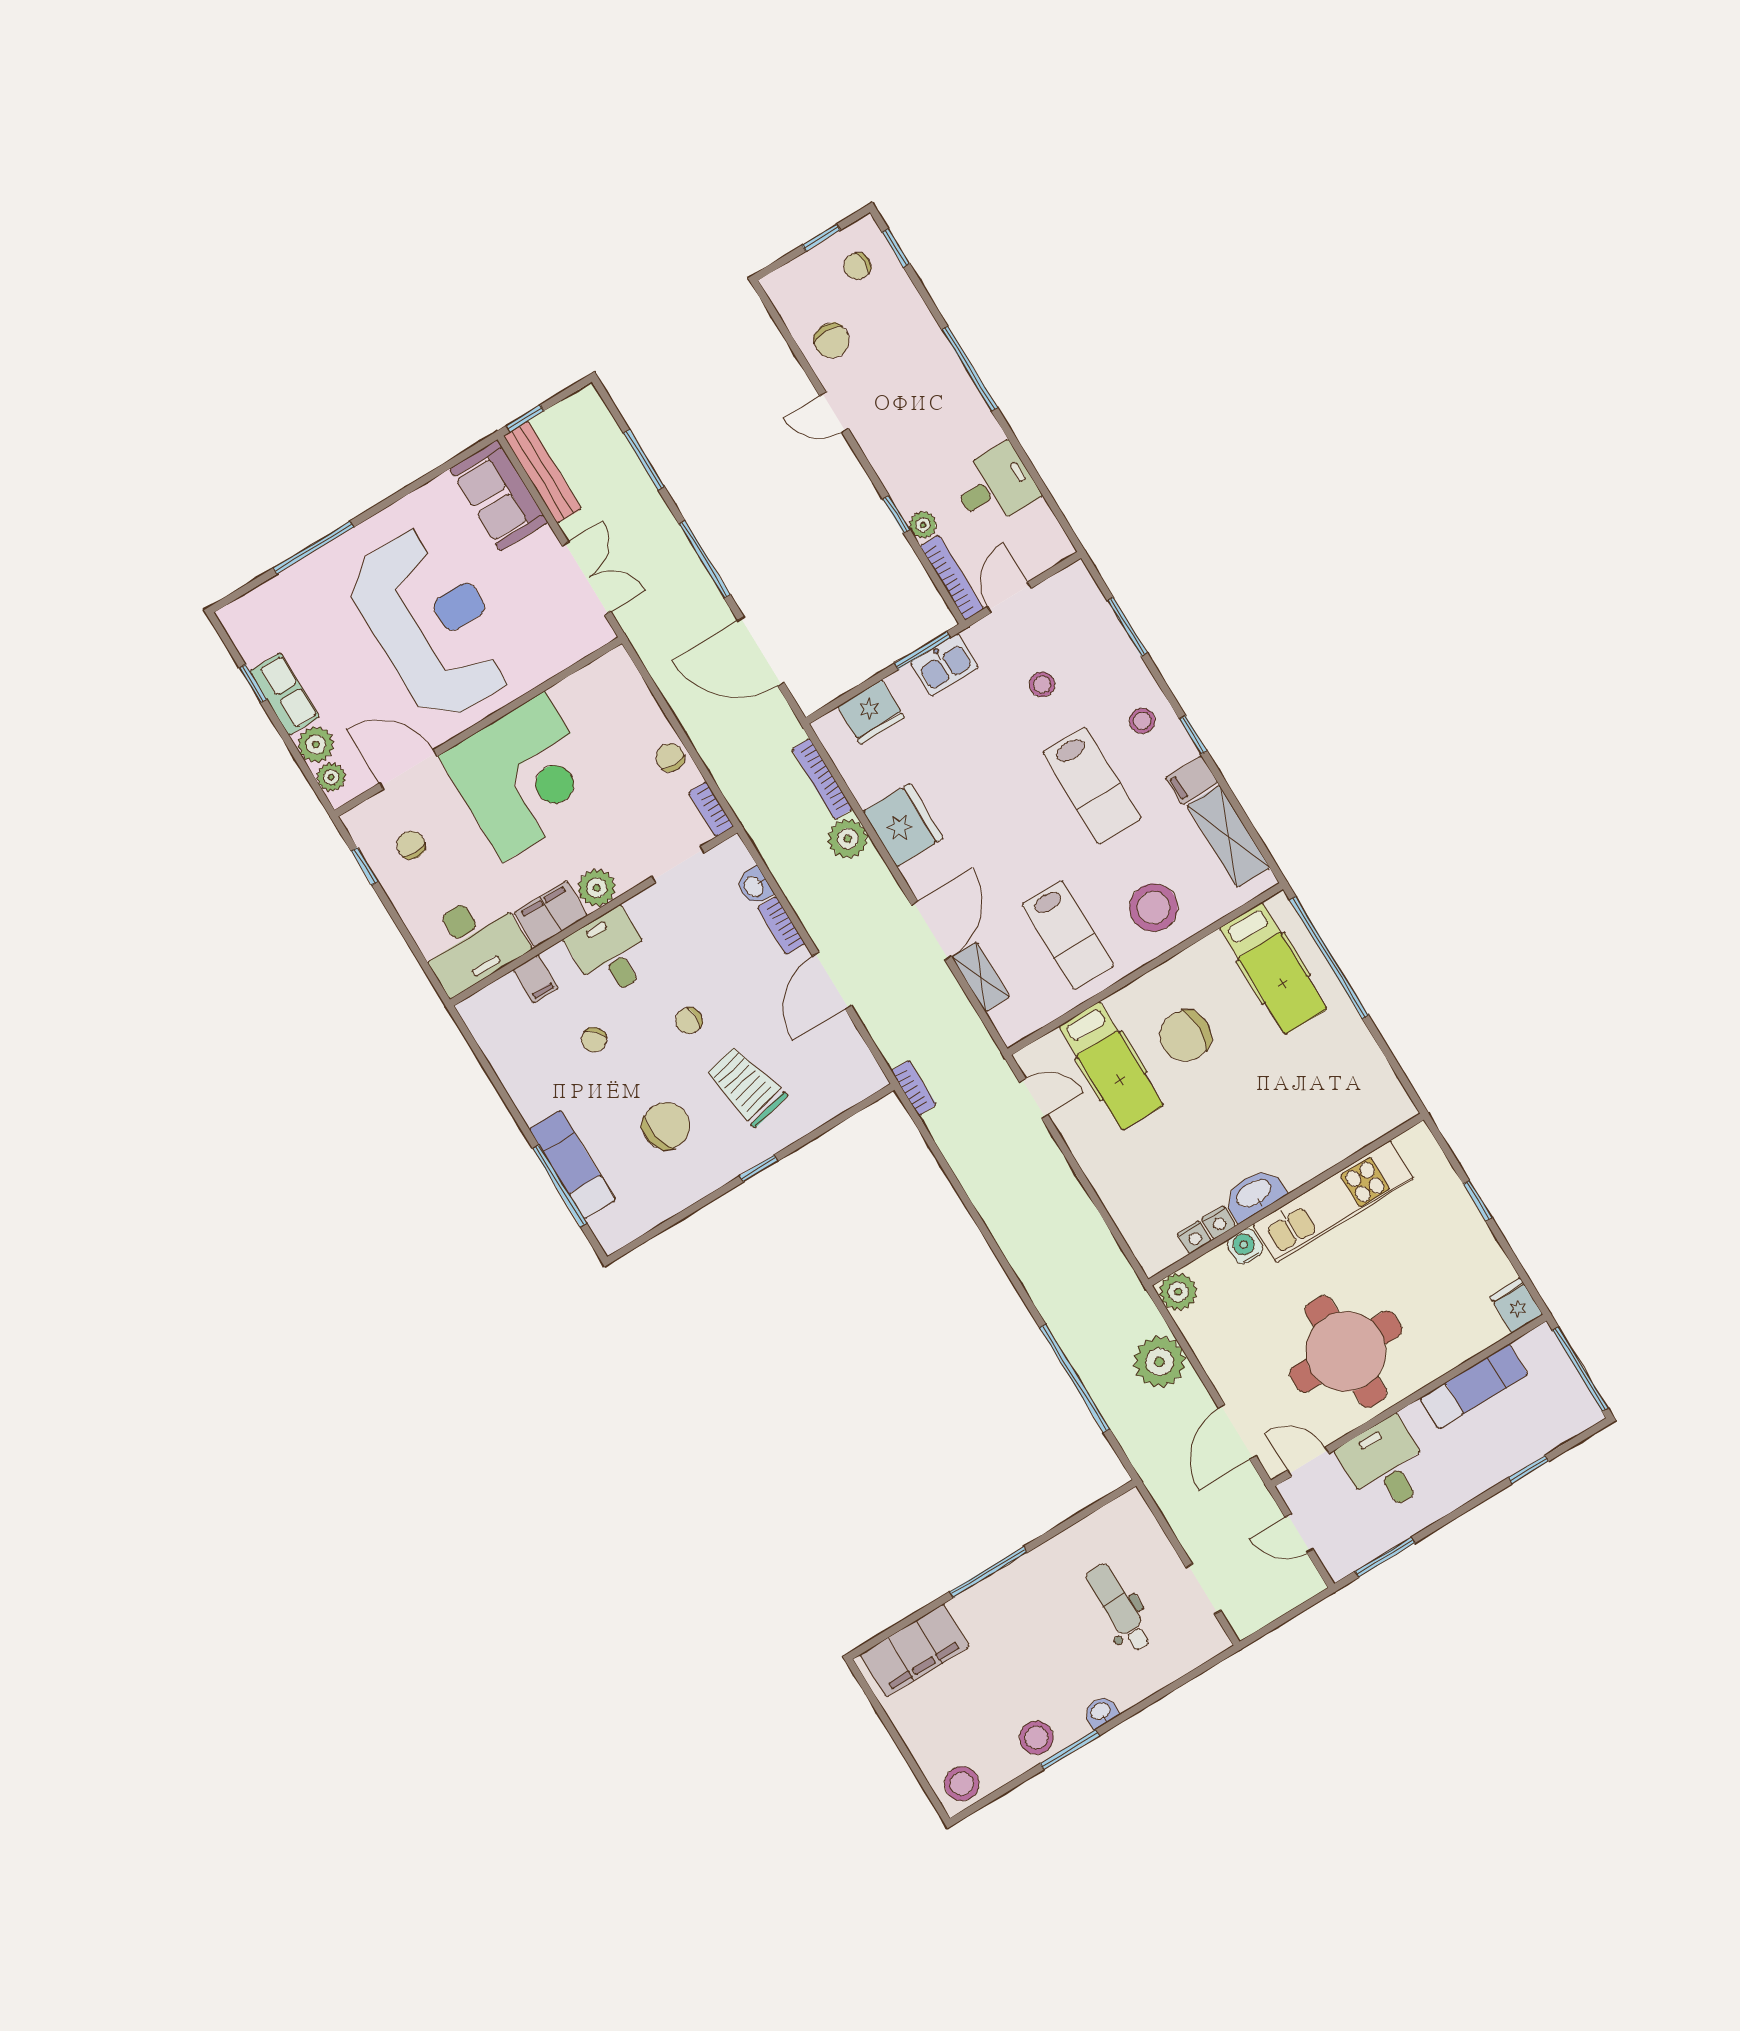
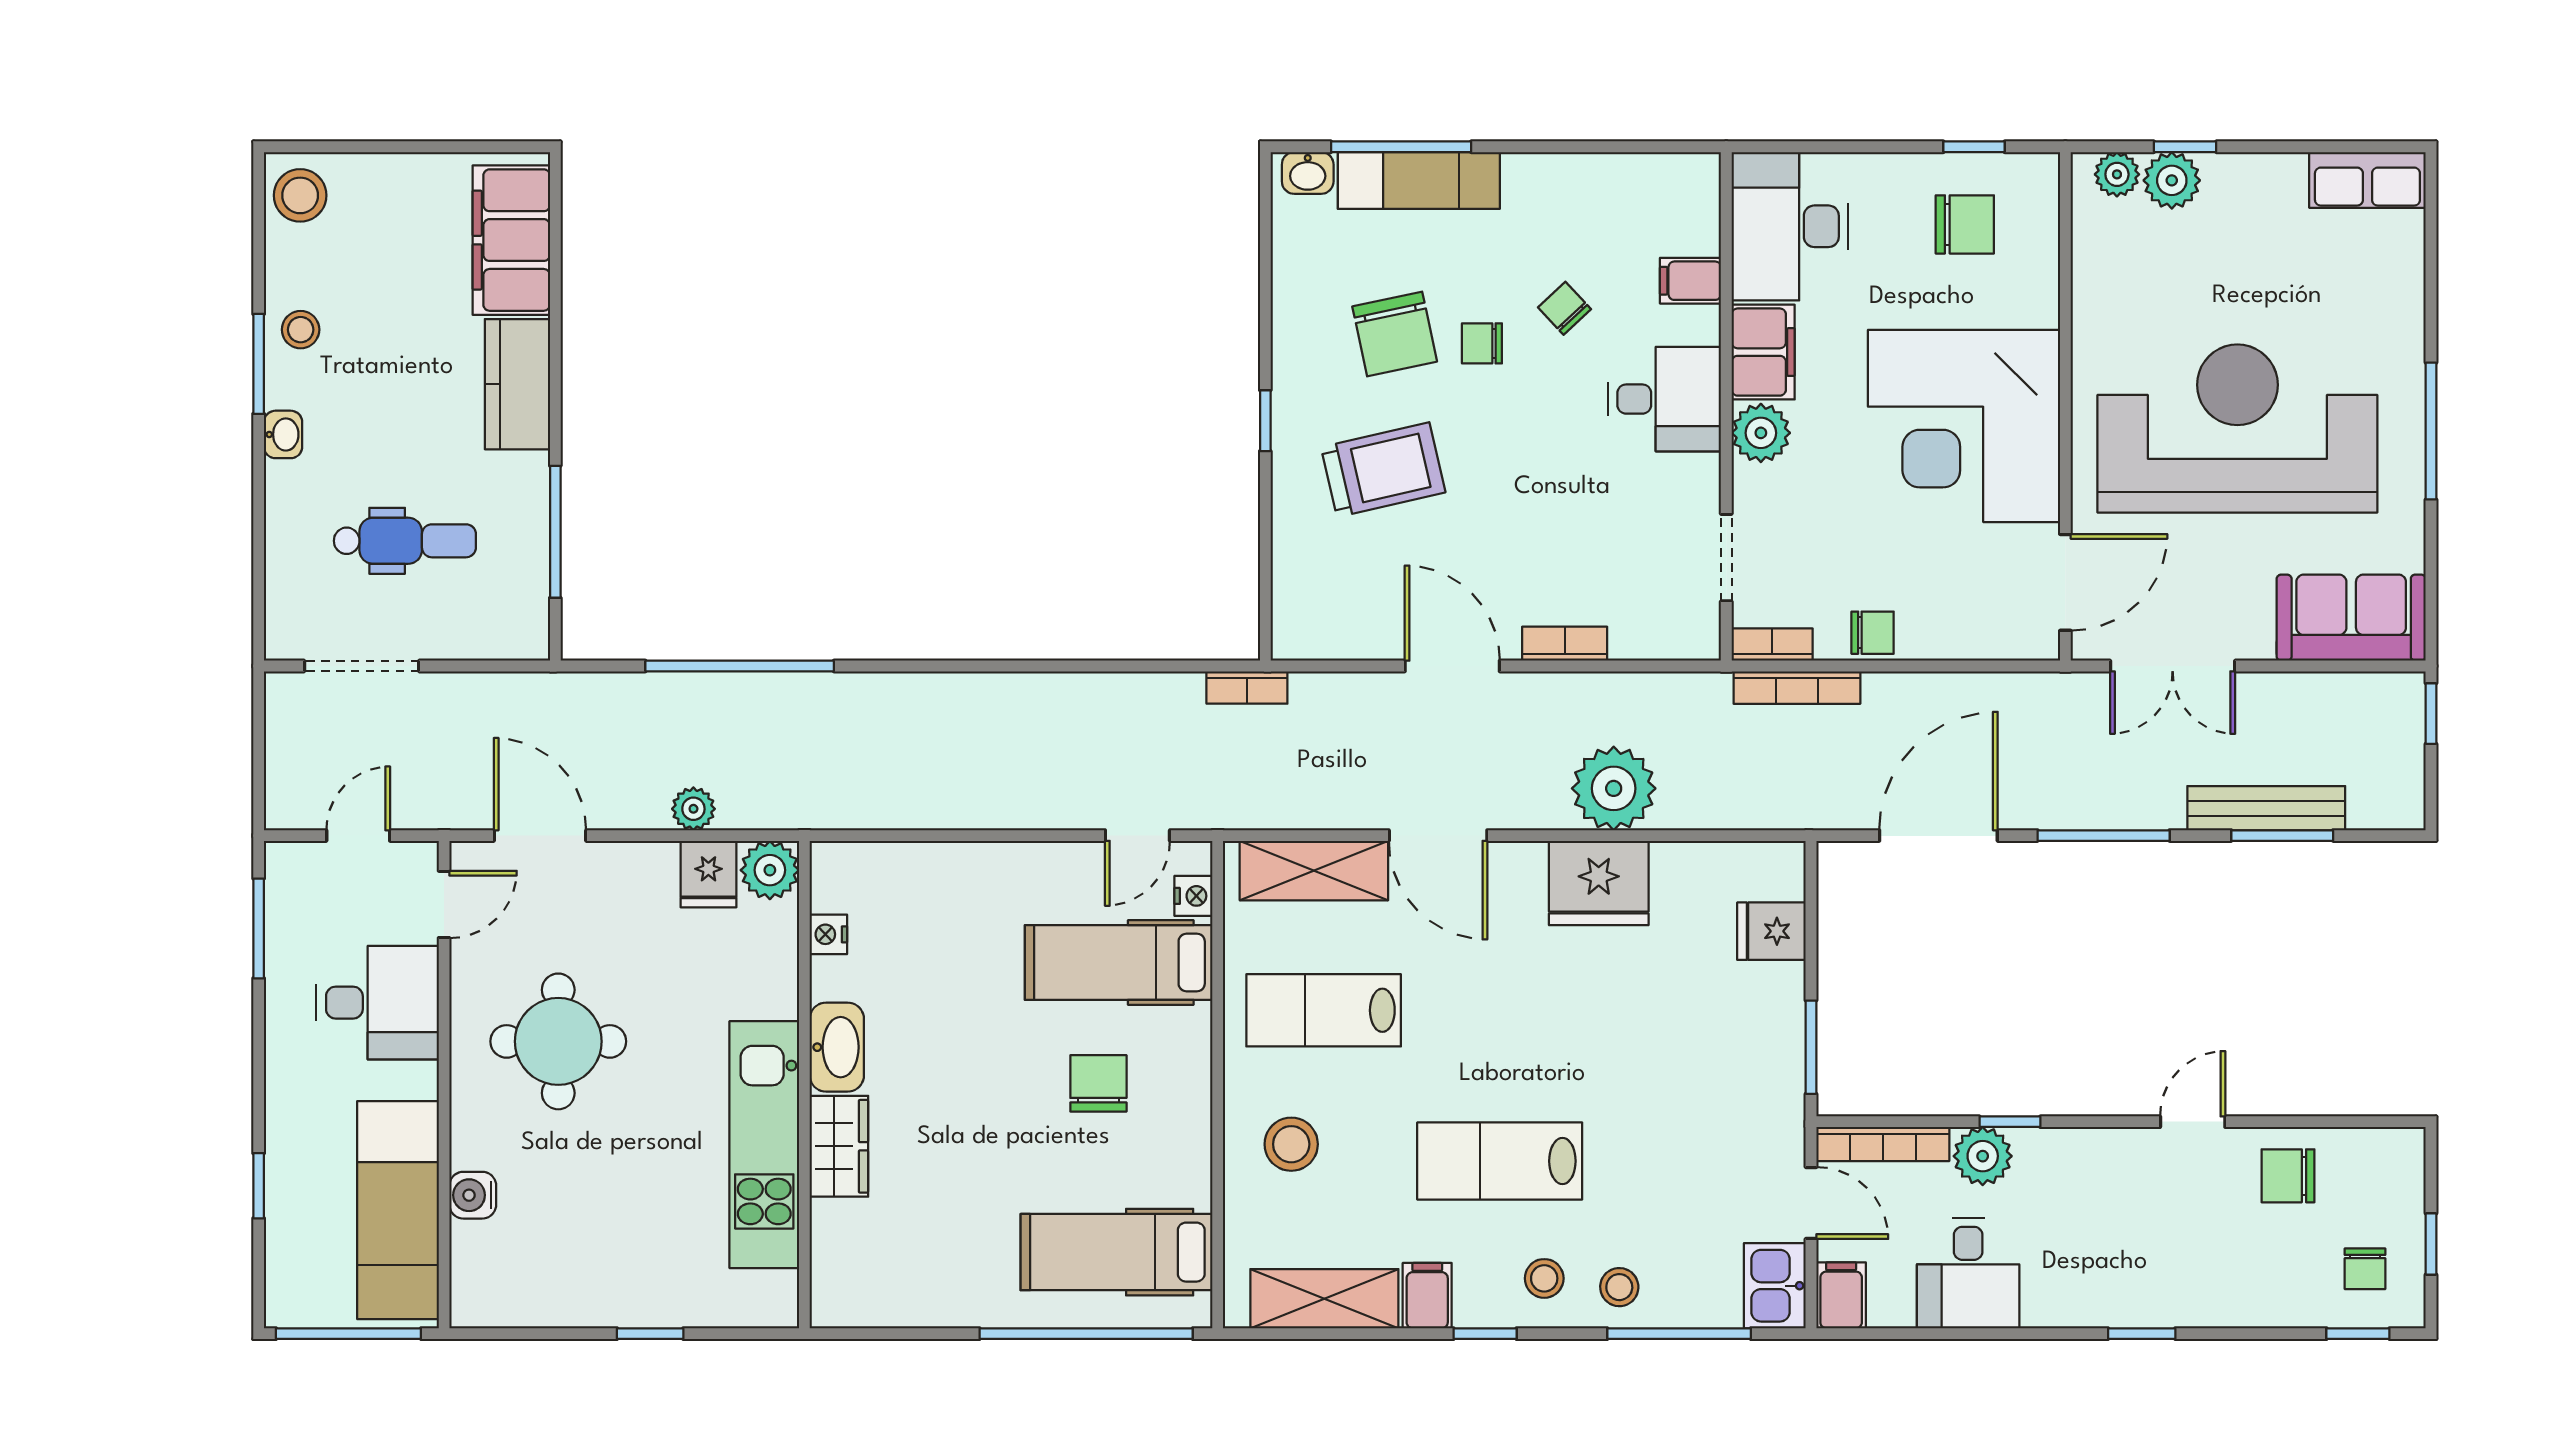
chair: (857, 266) -> (2365, 1269), turned 180
window: (970, 369) -> (2142, 1334), width x0.46
bench: (543, 472) -> (2266, 808), moved
plant: (923, 525) -> (1983, 1156), width x1.38, depth x1.38
window: (314, 547) -> (2431, 431), moved
filing cabinet: (1051, 549) -> (1841, 1295), added
reception desk: (432, 623) -> (2237, 429), turned 180
window: (1127, 627) -> (1679, 1334), width x1.44
kitchen sink: (944, 665) -> (1775, 1286), moved
window: (253, 684) -> (2185, 147), moved
stool: (1042, 684) -> (1619, 1287), moved
row of seats: (285, 694) -> (2367, 180), moved
fridge: (871, 712) -> (1771, 931), width x0.72
door: (408, 770) -> (2065, 582), moved
bookcase: (822, 779) -> (1797, 688), moved, turned 180
plant: (848, 839) -> (1614, 788), width x1.36, depth x1.36
chair: (411, 845) -> (1965, 224), width x1.37, depth x1.37
washbasin: (754, 886) -> (1308, 173), moved, turned 180
stool: (1154, 908) -> (1291, 1144), width x0.73, depth x0.73
shelving: (981, 977) -> (1314, 871), width x1.50, depth x1.33
chair: (689, 1021) -> (1482, 343), moved, turned -90
chair: (1185, 1036) -> (1098, 1083), width x0.73, depth x0.73
wardrobe: (1309, 1159) -> (839, 1146), added
nightstand: (1219, 1222) -> (1193, 896), moved, turned 180
water cooler: (1245, 1247) -> (473, 1195), moved, turned 180
fridge: (1516, 1306) -> (708, 874), moved, turned 90
round table: (1346, 1352) -> (558, 1041), width x0.73, depth x0.73
plant: (1159, 1362) -> (693, 809), width x0.53, depth x0.53
exam couch: (1474, 1386) -> (398, 1210), width x1.36, depth x1.45
window: (988, 1572) -> (555, 532), moved
doorway: (1203, 1589) -> (362, 666), width x1.38
kitchen counter: (993, 1598) -> (517, 384), added
stool: (1036, 1738) -> (301, 330), width x0.73, depth x0.73

